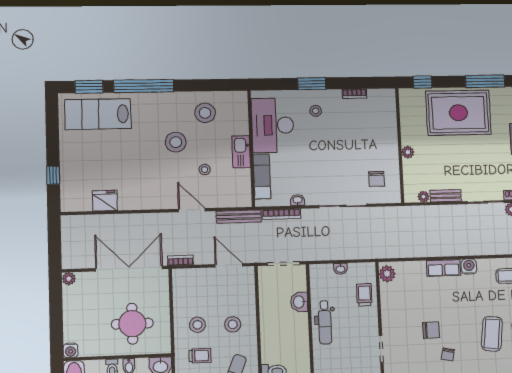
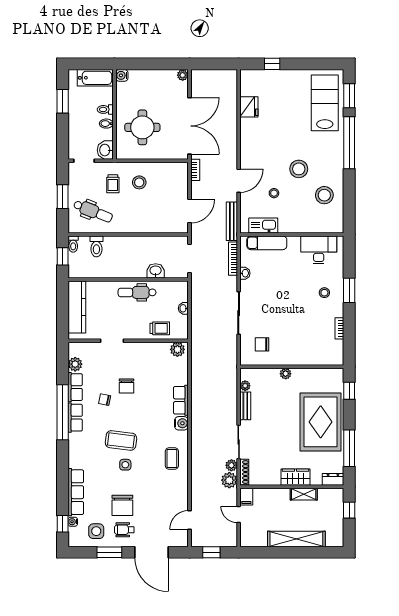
desk: (273, 125) -> (319, 250), width x0.73, depth x0.77
kitchen sink: (241, 152) -> (263, 225), moved
stool: (233, 324) -> (138, 213), removed

